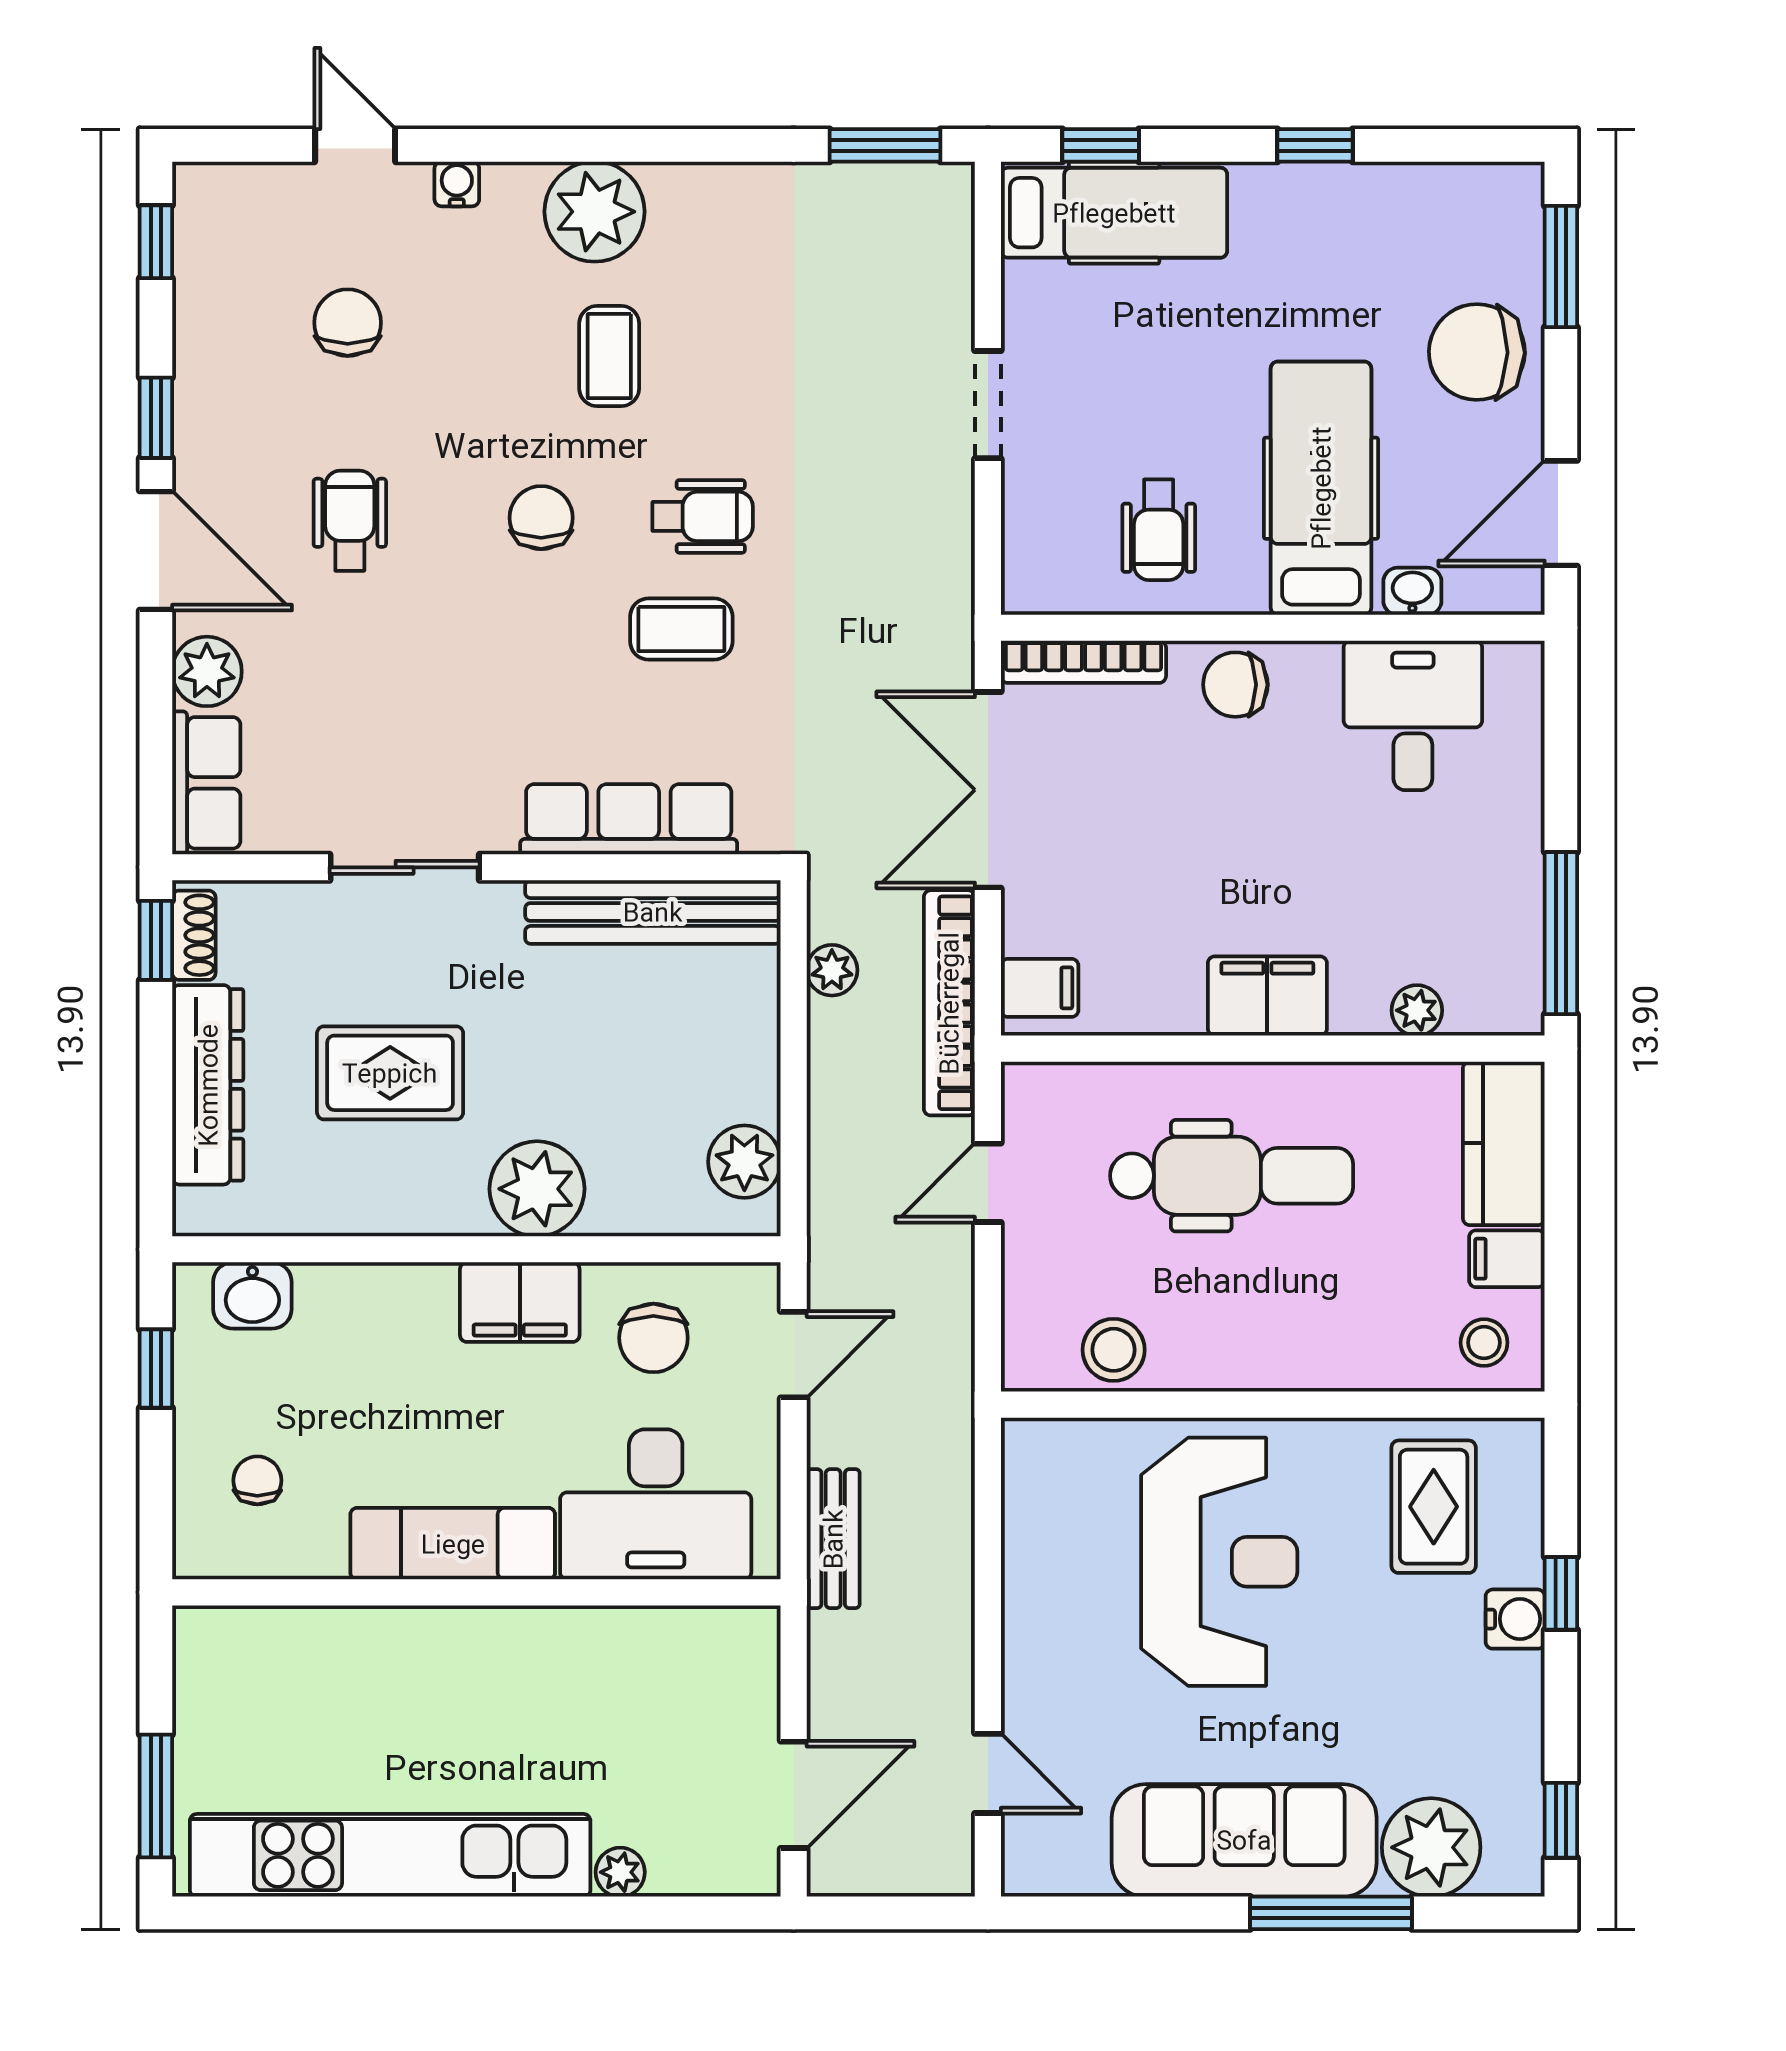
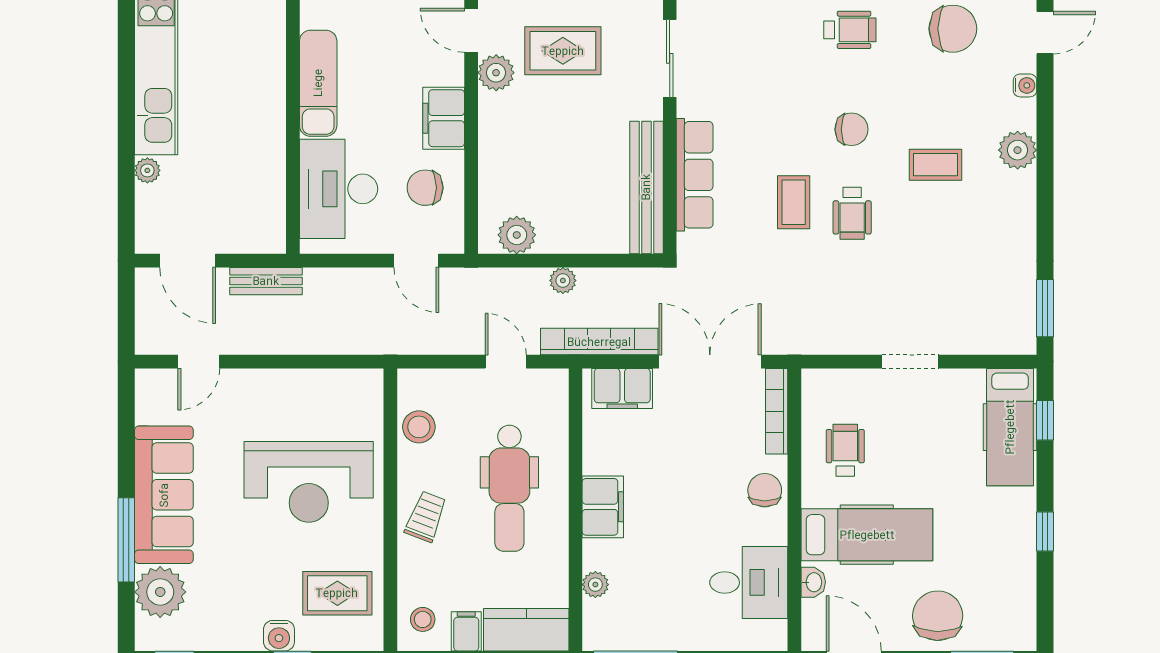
plant: (595, 212) -> (1018, 150), width x0.73, depth x0.73
chair: (348, 323) -> (953, 29), width x1.37, depth x1.37
wheelchair: (1159, 530) -> (845, 450), turned 90
plant: (832, 970) -> (563, 280), moved
filing cabinet: (1040, 988) -> (622, 388), width x2.00
rug: (390, 1073) -> (563, 51), turned 90
plant: (537, 1189) -> (496, 73), moved, width x0.73, depth x0.73
door: (351, 1249) -> (471, 30), added
trolley: (1286, 1337) -> (426, 517), added
bench: (833, 1539) -> (266, 281), moved

